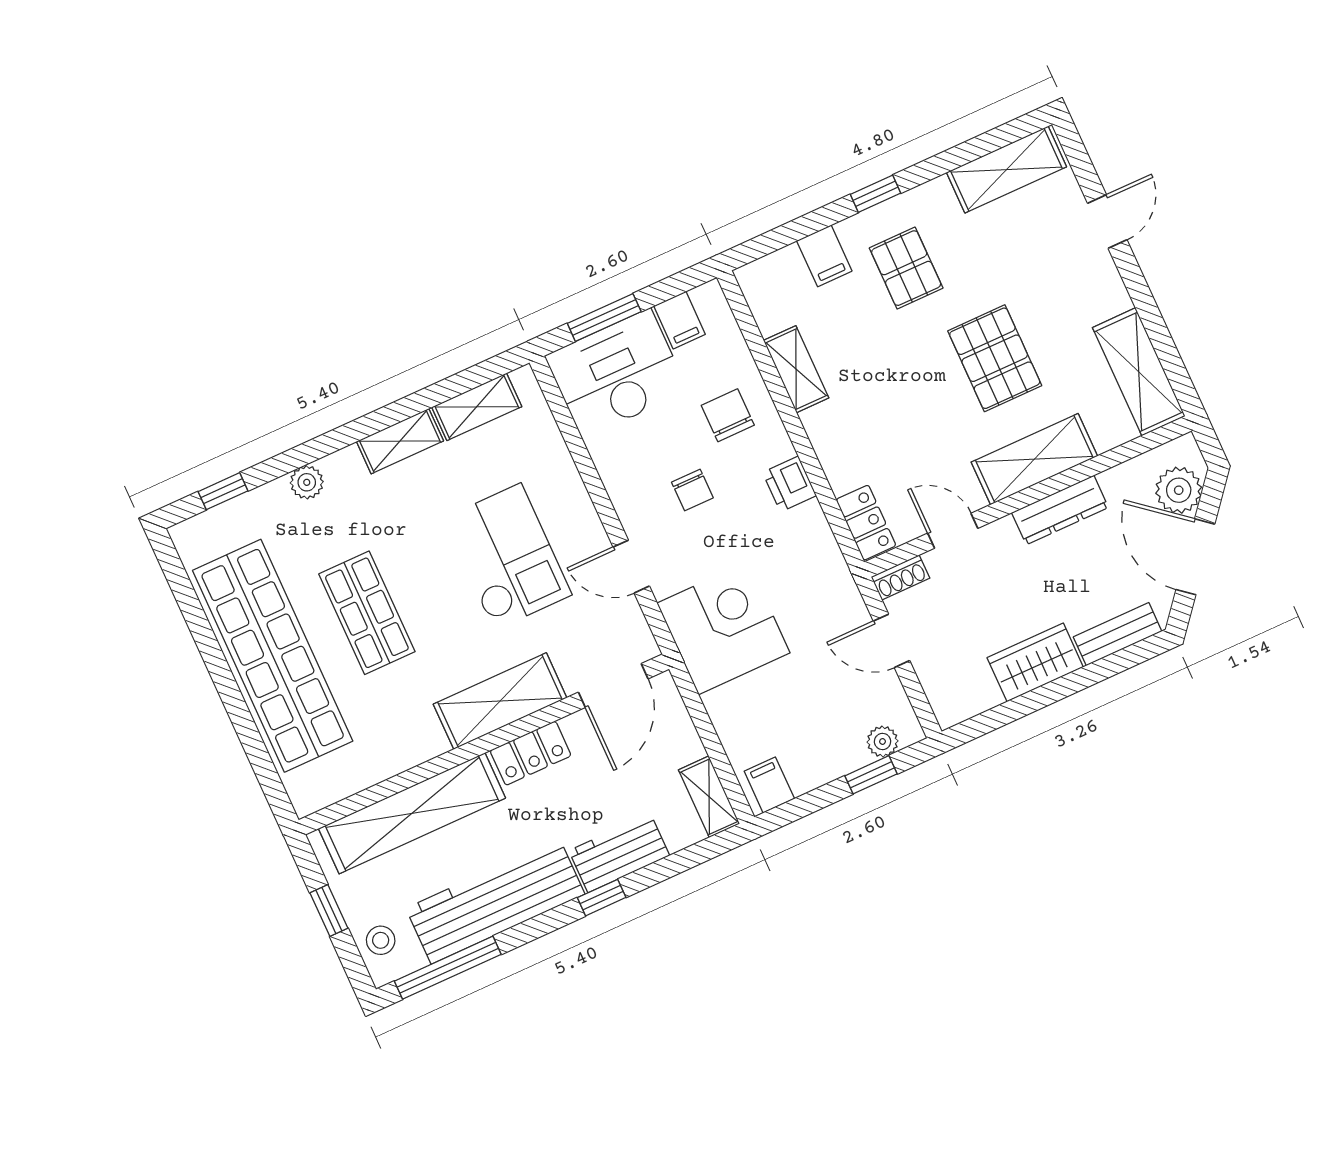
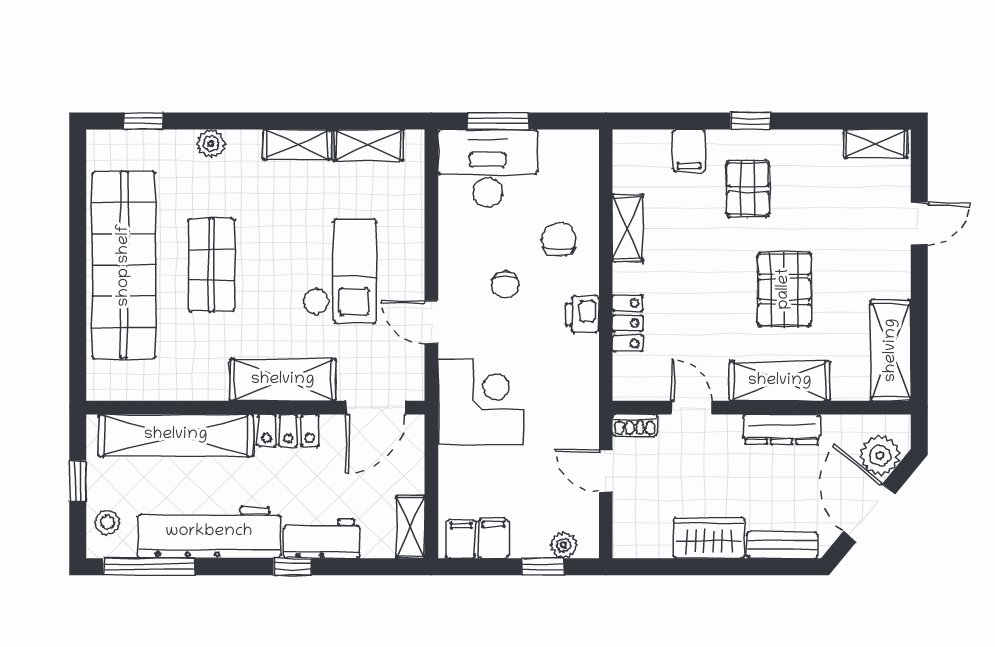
shelving: (1006, 170) -> (875, 143), width x0.67, depth x0.75
filing cabinet: (680, 320) -> (493, 538), moved, turned 180
locker: (866, 523) -> (628, 323), moved

